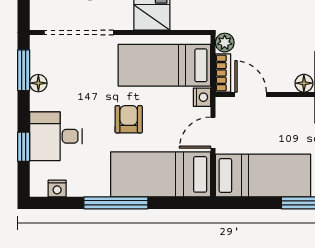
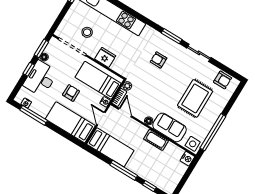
door: (213, 133) -> (101, 118), hinge flipped
desk: (56, 136) -> (40, 79), width x1.37
window: (24, 147) -> (29, 69), moved
window: (116, 203) -> (34, 115), moved

